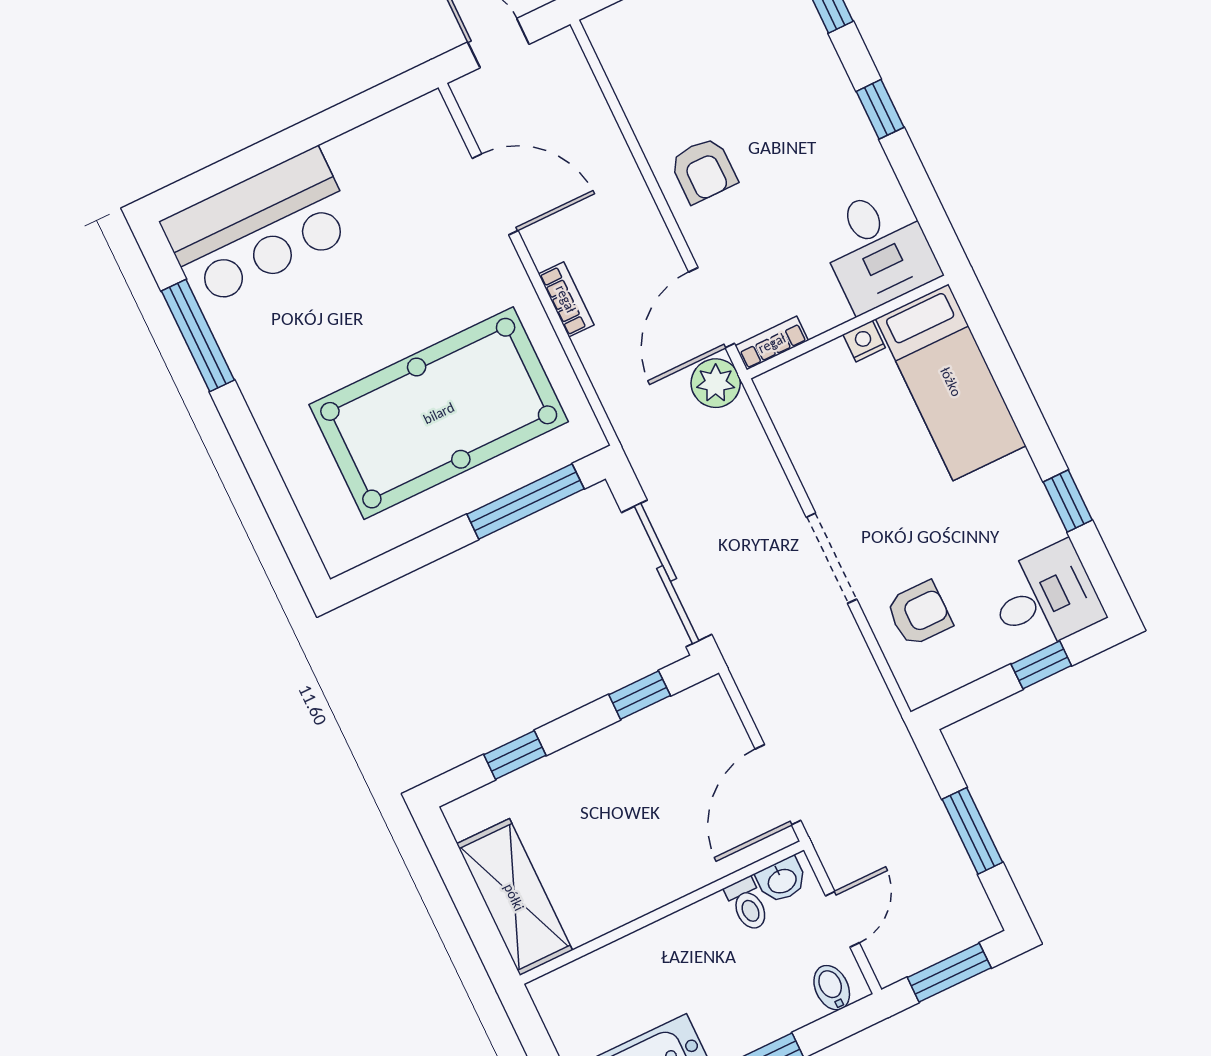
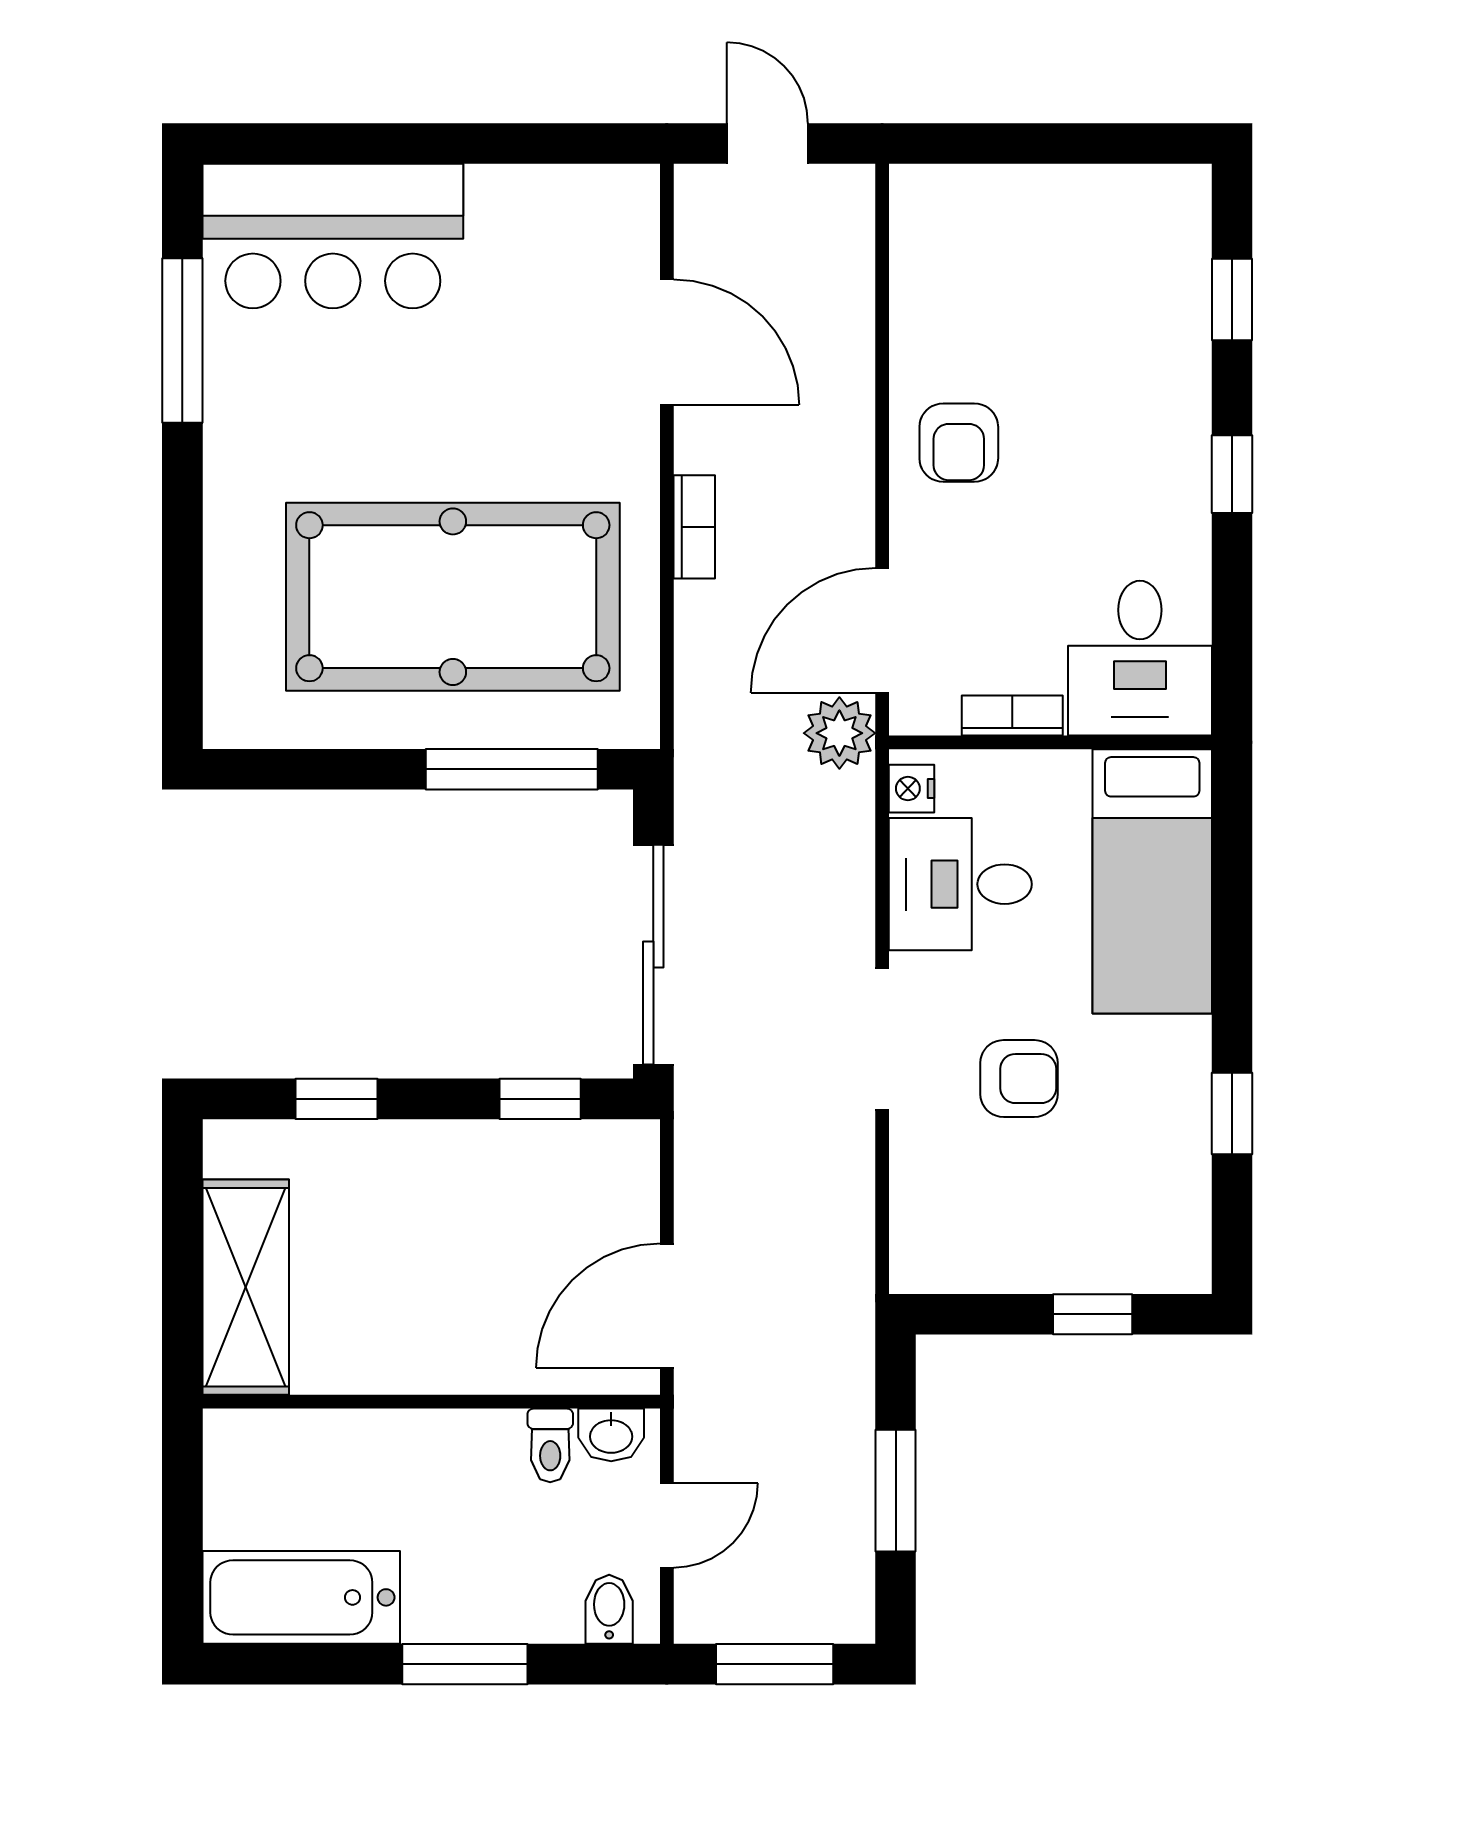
nightstand: (864, 341) -> (911, 789), moved, turned -90
bookcase: (772, 343) -> (1012, 715), moved
desk: (1045, 598) -> (960, 884), moved, turned 180
armchair: (919, 614) -> (1019, 1079), moved

